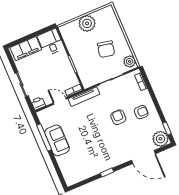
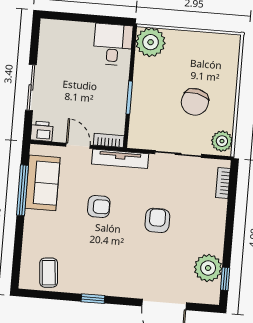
plant: (87, 23) -> (151, 42), moved
filing cabinet: (26, 49) -> (68, 34), removed
armchair: (141, 112) -> (99, 207), moved
plant: (160, 139) -> (208, 268), moved
sofa: (57, 140) -> (42, 183), moved
coffee table: (78, 171) -> (49, 273), added

